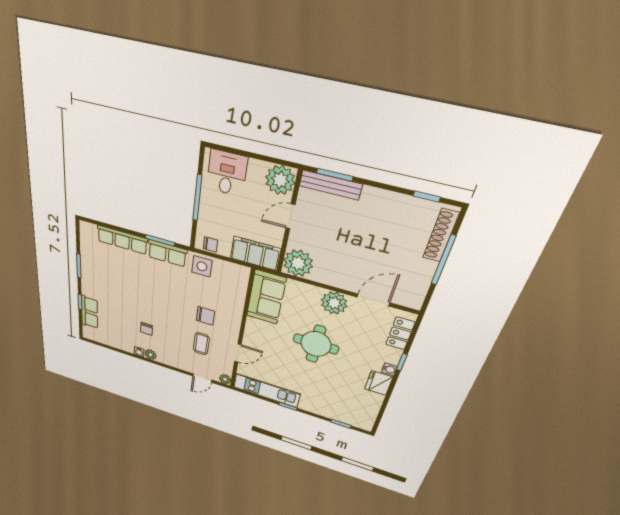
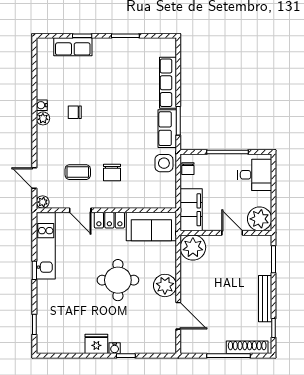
bench: (331, 185) -> (265, 299), moved
locker: (400, 333) -> (109, 220), moved, turned 180

